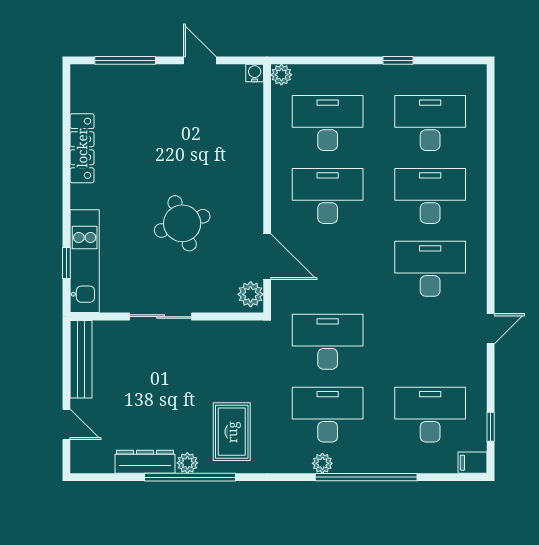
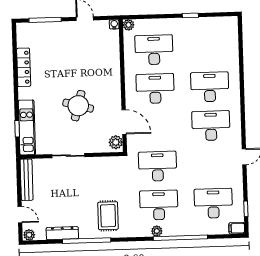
desk: (430, 123) -> (208, 48), removed
round table: (182, 223) -> (78, 106), turned 34
plant: (187, 463) -> (29, 235), moved

